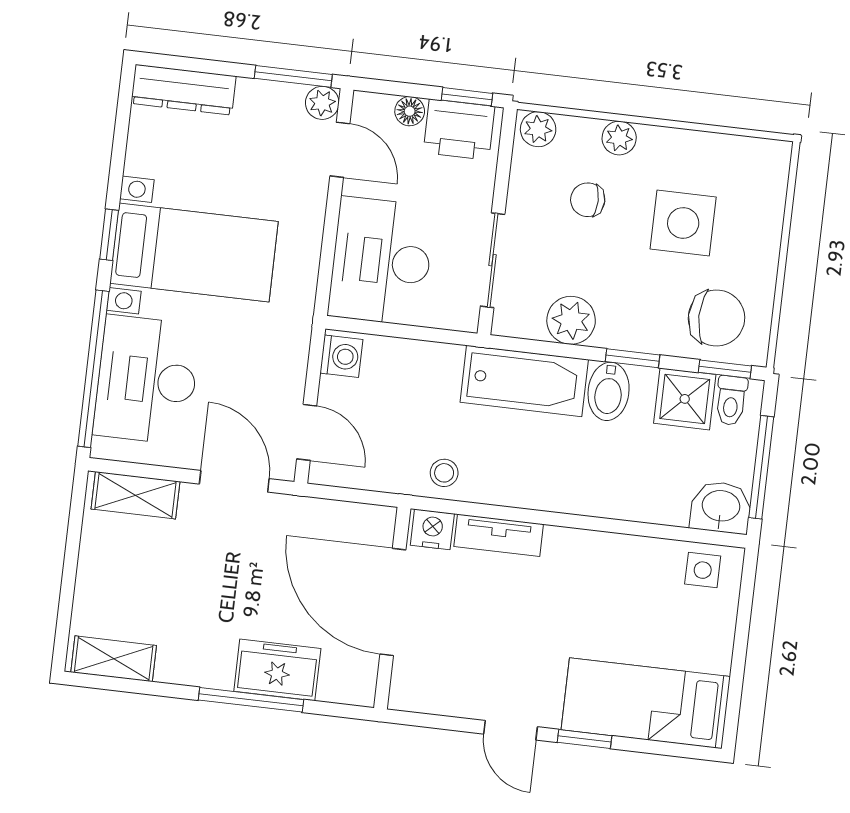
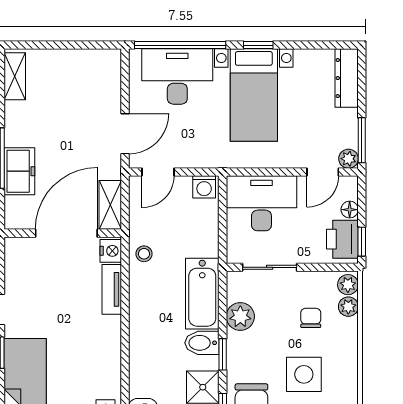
plant: (619, 138) -> (348, 307), moved
shelving: (135, 495) -> (110, 205), moved

